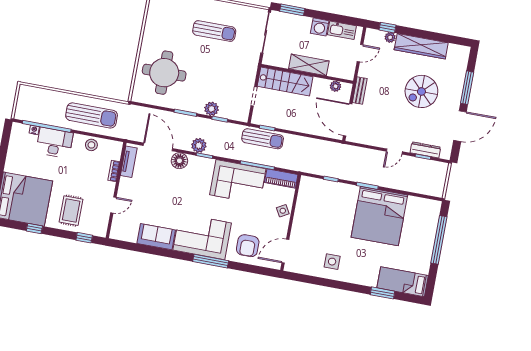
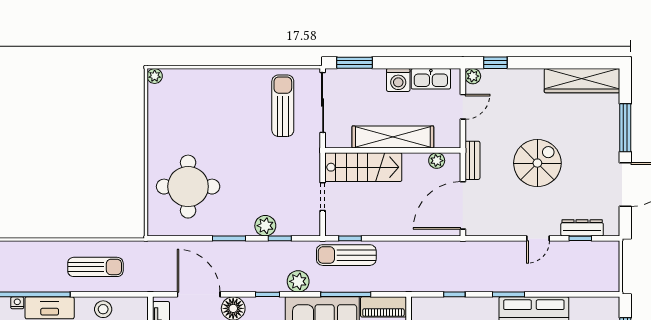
sun lounger: (214, 31) -> (283, 106), moved, turned -90
plant: (390, 37) -> (473, 76), moved
wardrobe: (421, 46) -> (582, 81), moved
shelving: (309, 65) -> (393, 137), width x1.47
spiral stairs: (421, 91) -> (537, 163), moved, turned 180
sun lounger: (92, 115) -> (95, 267), width x0.73, depth x0.75
door: (348, 120) -> (463, 205), hinge flipped
sun lounger: (263, 139) -> (346, 255), turned 180
plant: (199, 145) -> (298, 281), moved

